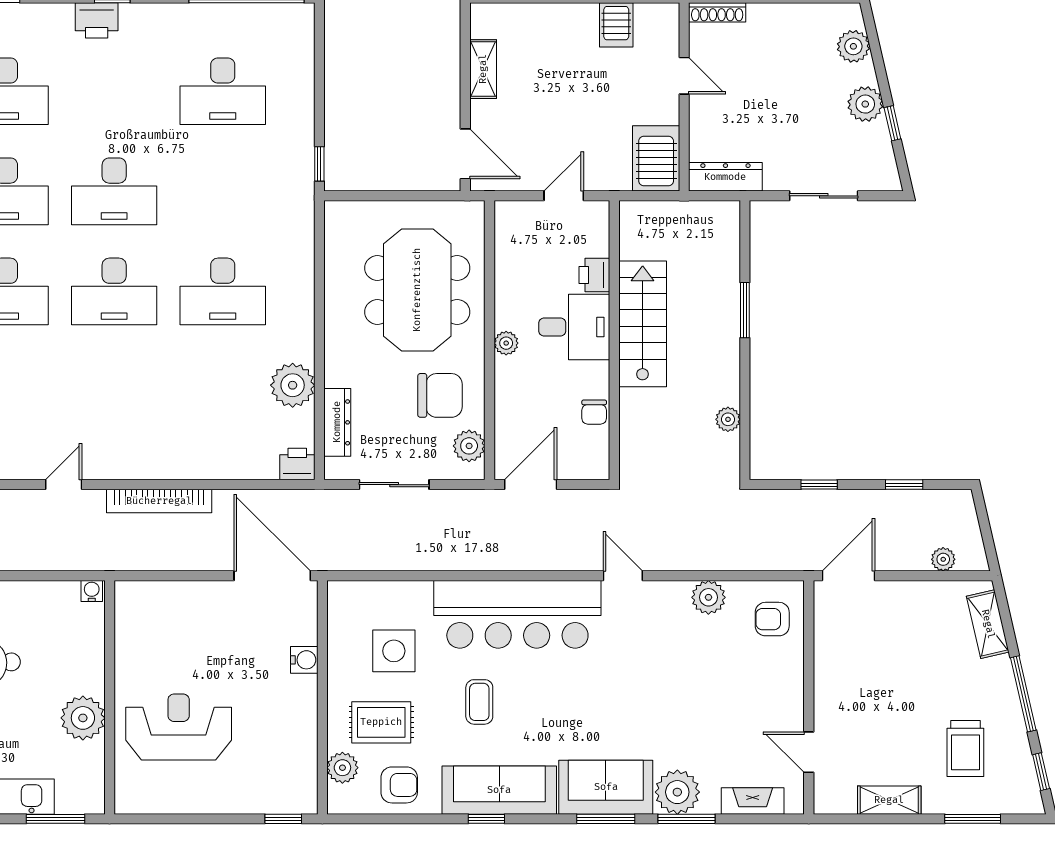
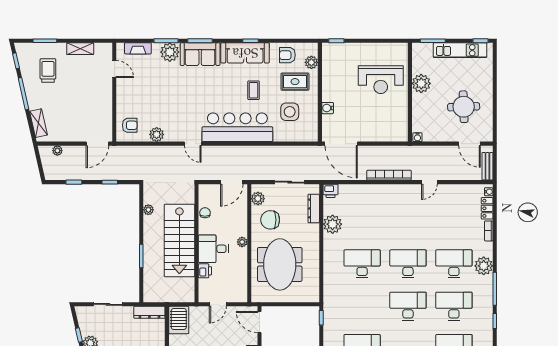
stairs: (643, 324) -> (179, 240), width x1.36, depth x1.51

